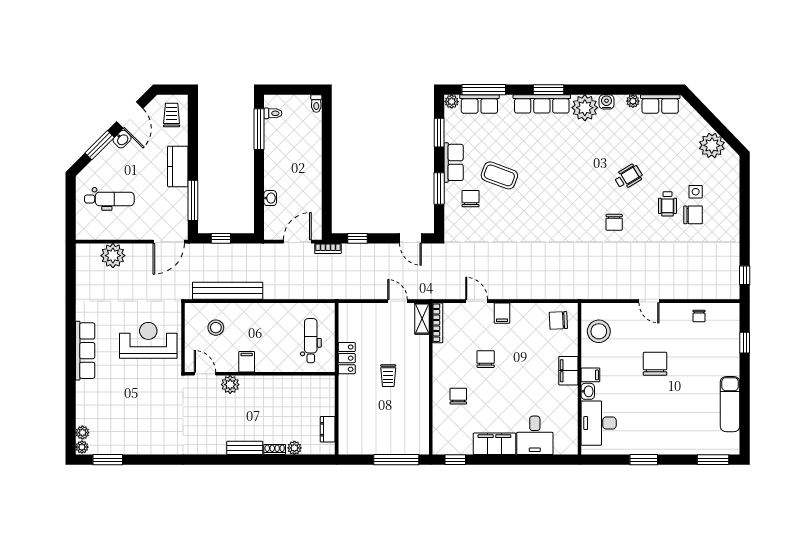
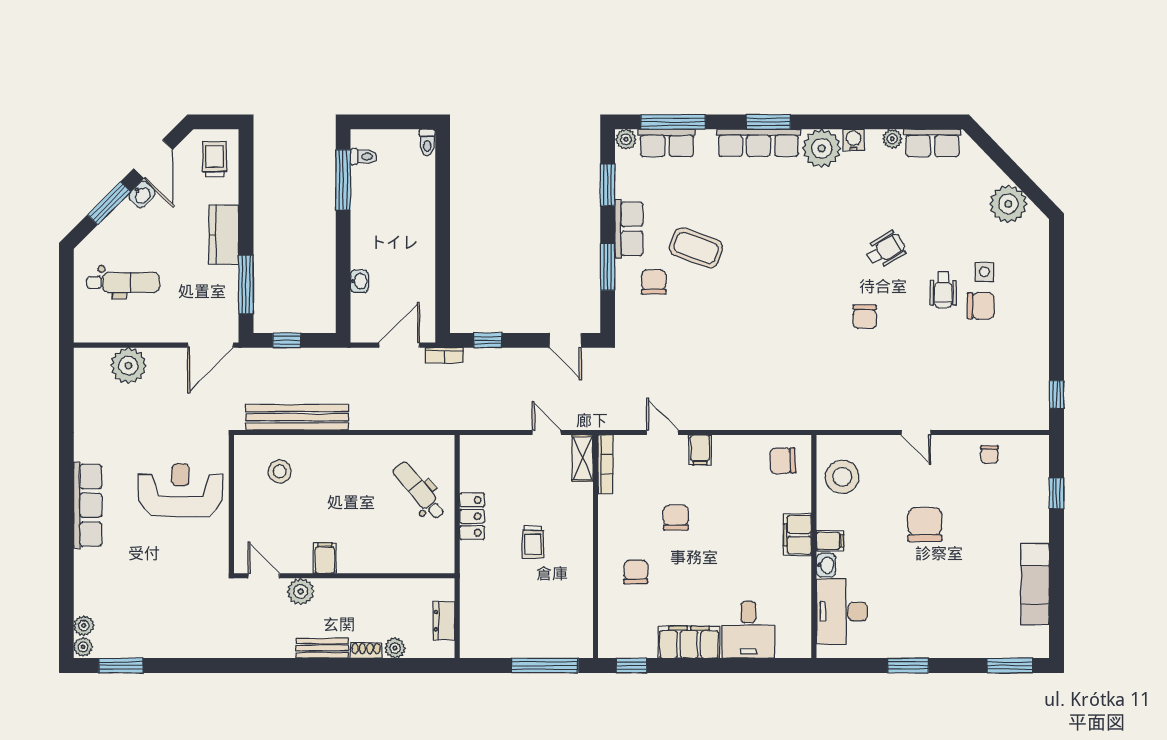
dental chair: (311, 341) -> (419, 491), turned -40
filing cabinet: (247, 362) -> (325, 558), moved
door: (205, 374) -> (264, 576), moved
wall: (260, 374) -> (344, 576), moved
plant: (230, 385) -> (301, 591), moved

